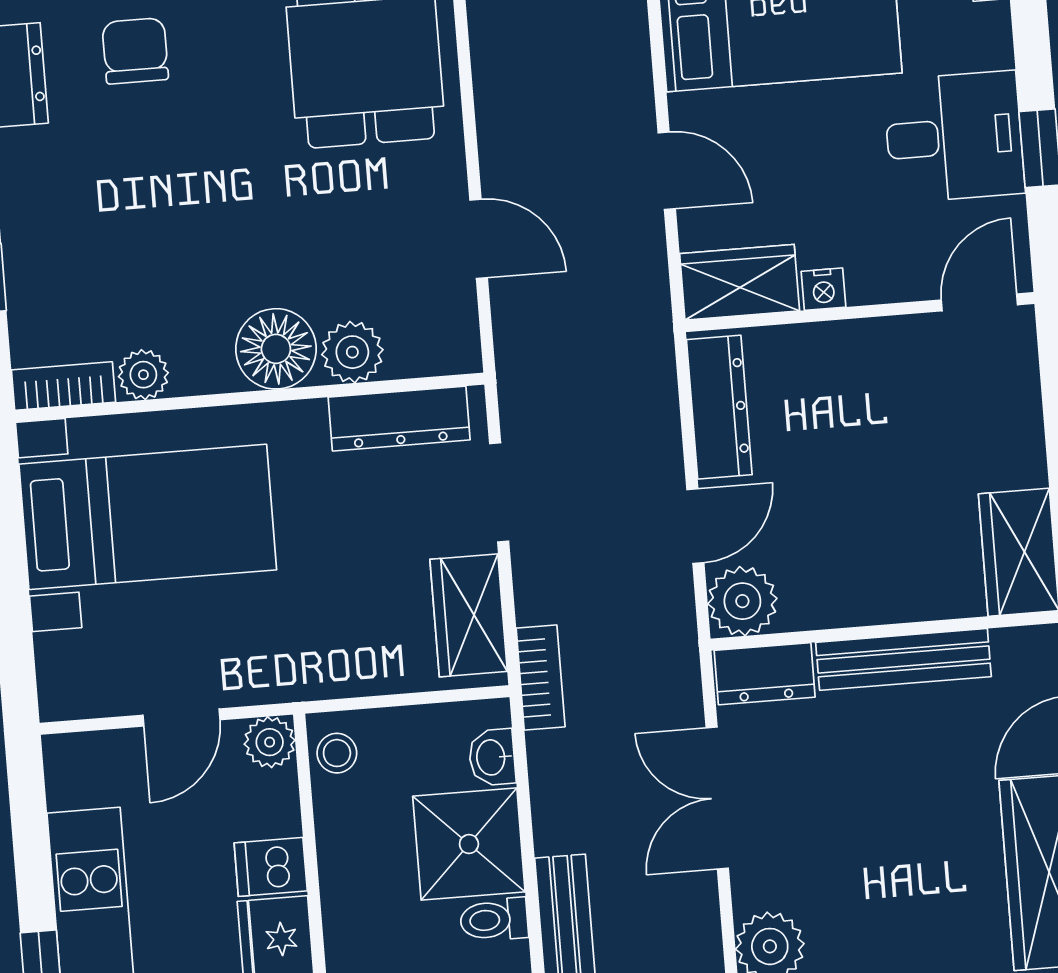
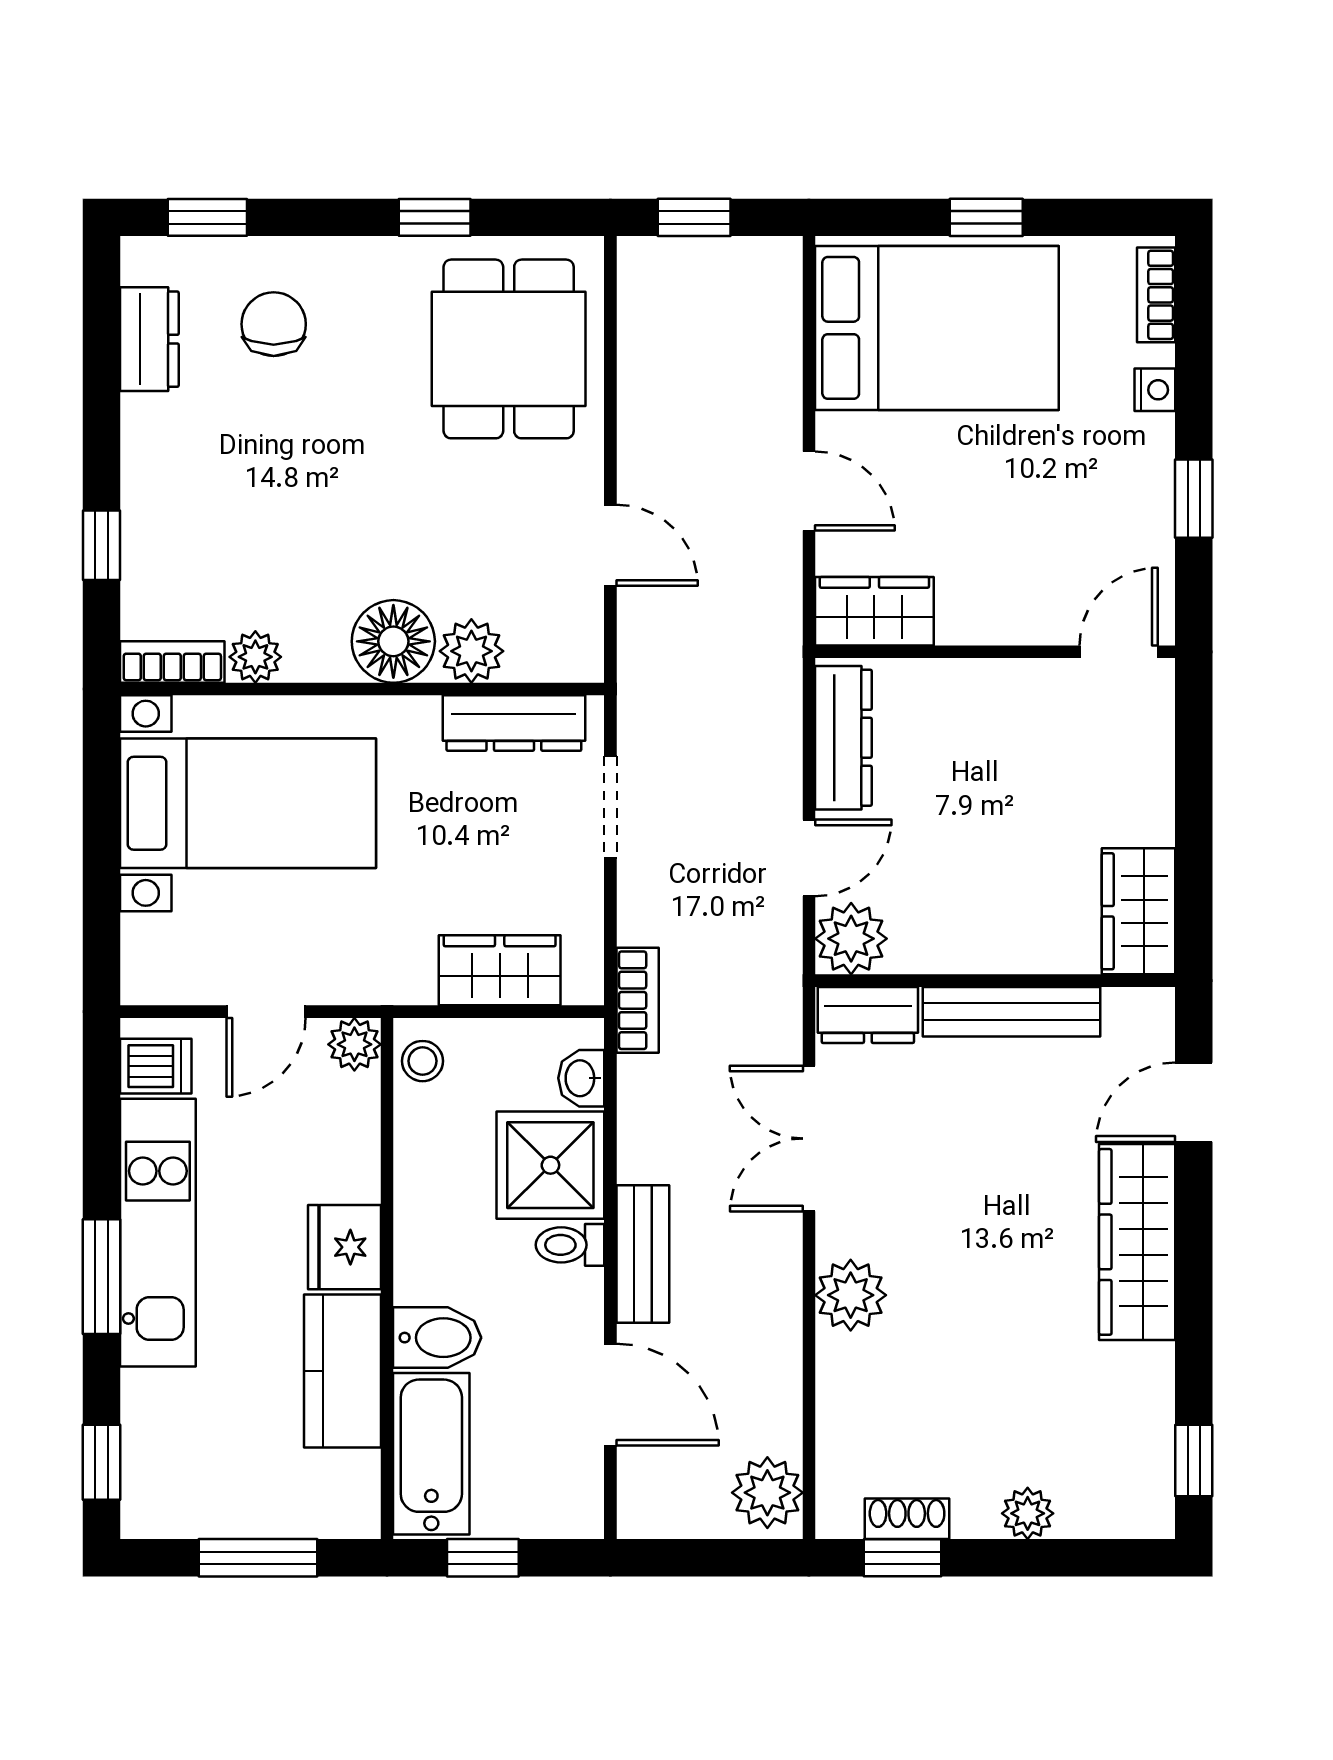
desk: (954, 137) -> (1106, 480), removed
nightstand: (823, 289) -> (1155, 390), moved, turned -90
wardrobe: (469, 615) -> (500, 970), moved, turned 90
dishwasher: (271, 867) -> (156, 1066), moved, turned 180

